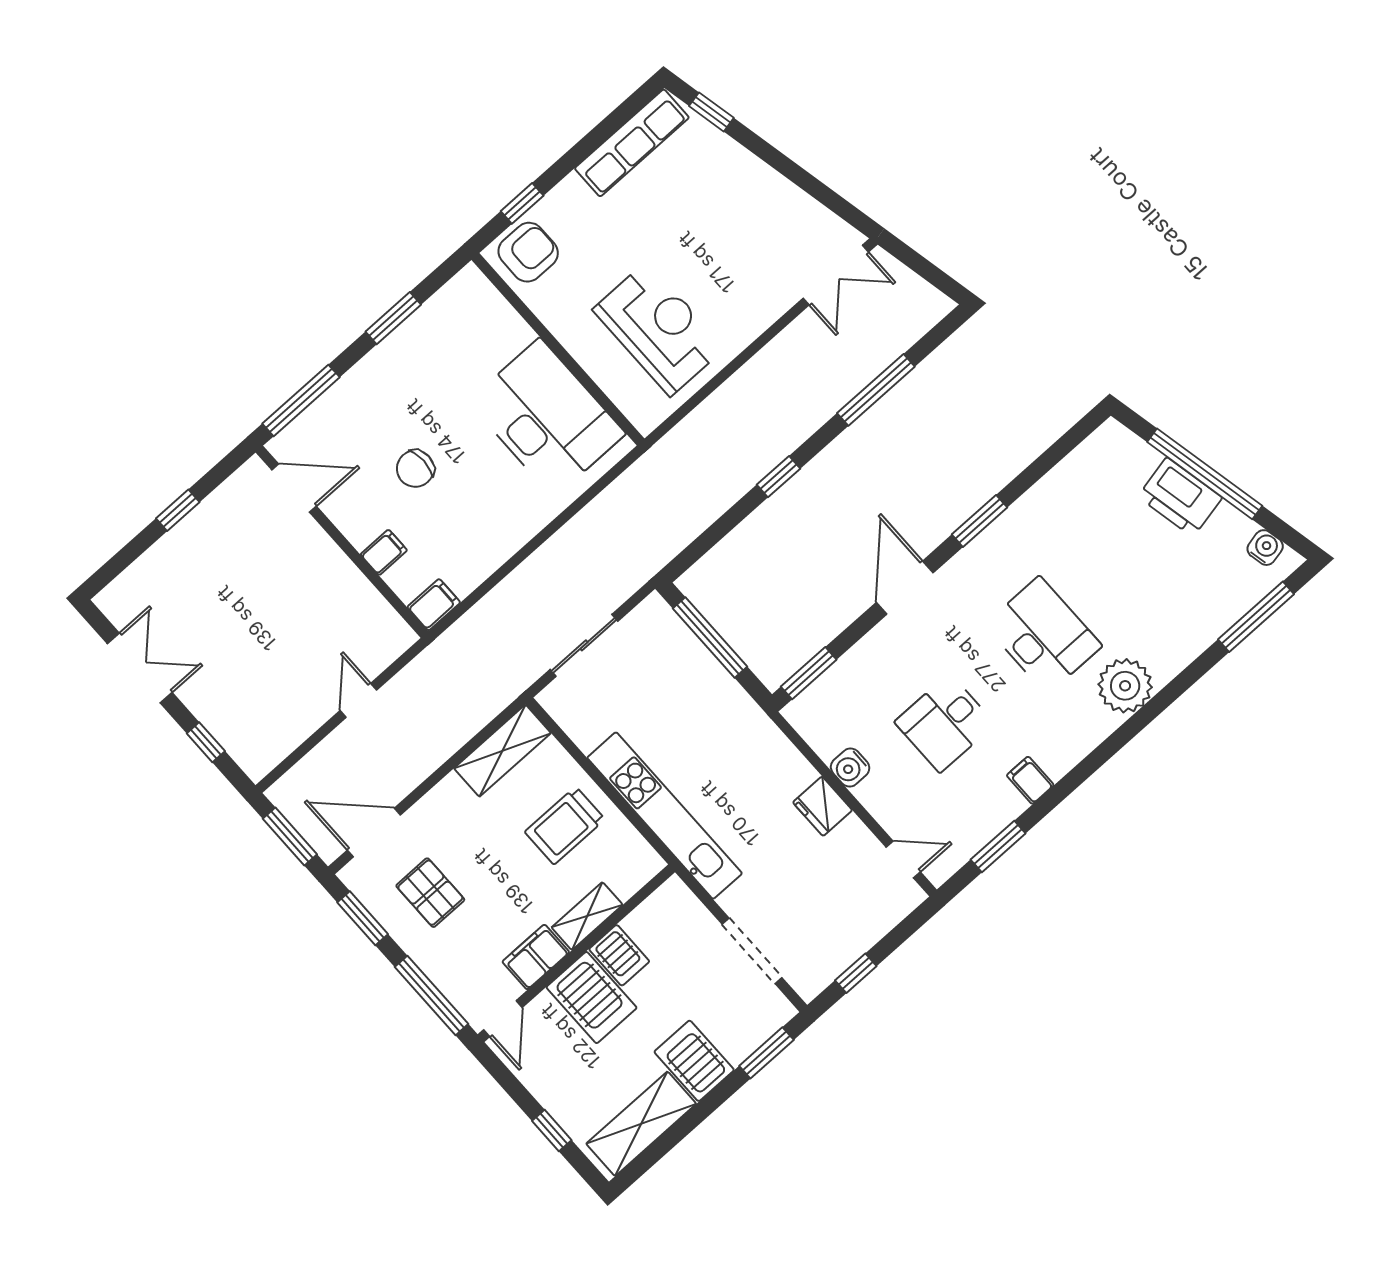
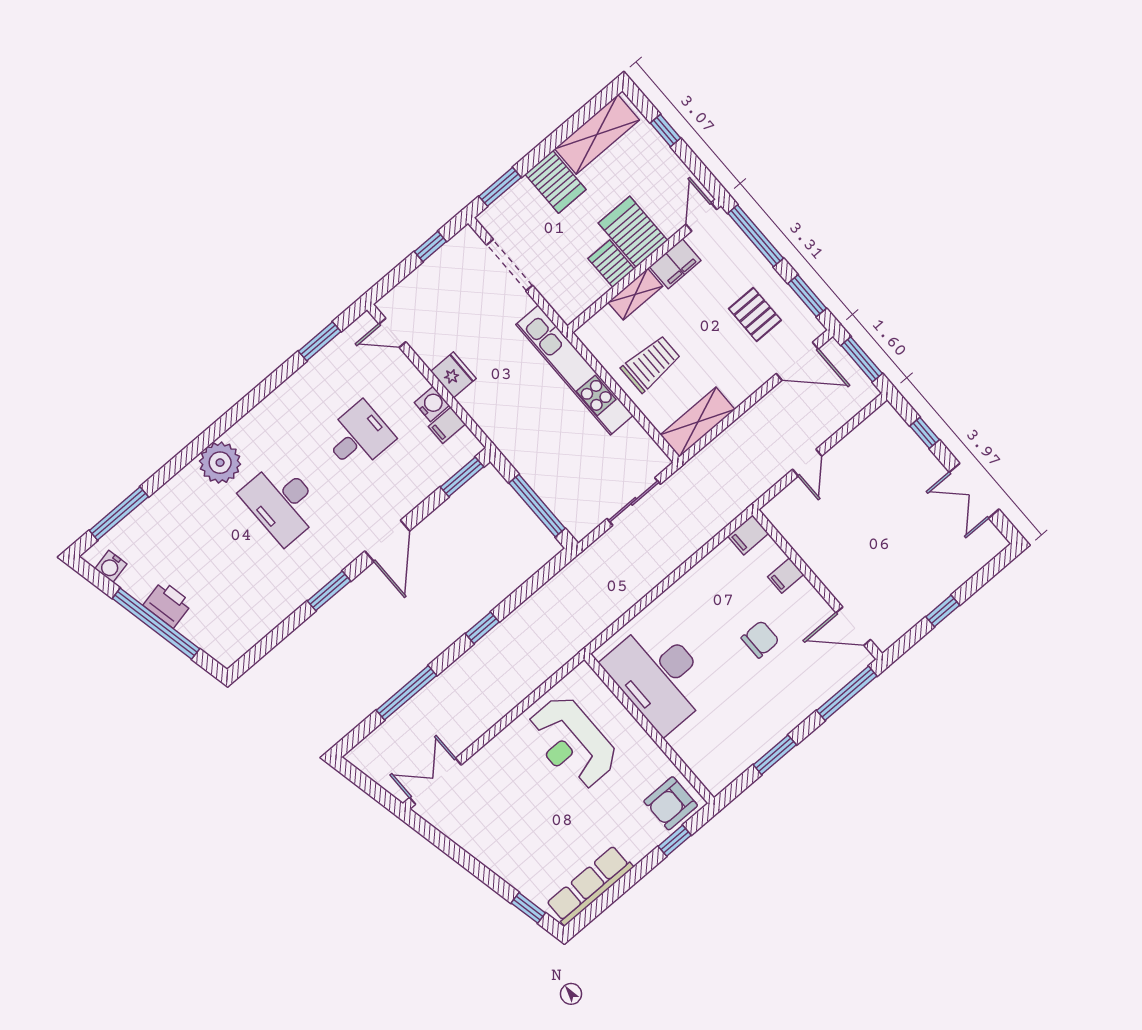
printer: (1180, 497) -> (168, 604), width x0.73, depth x0.84
filing cabinet: (1030, 780) -> (447, 425), moved, turned 90

